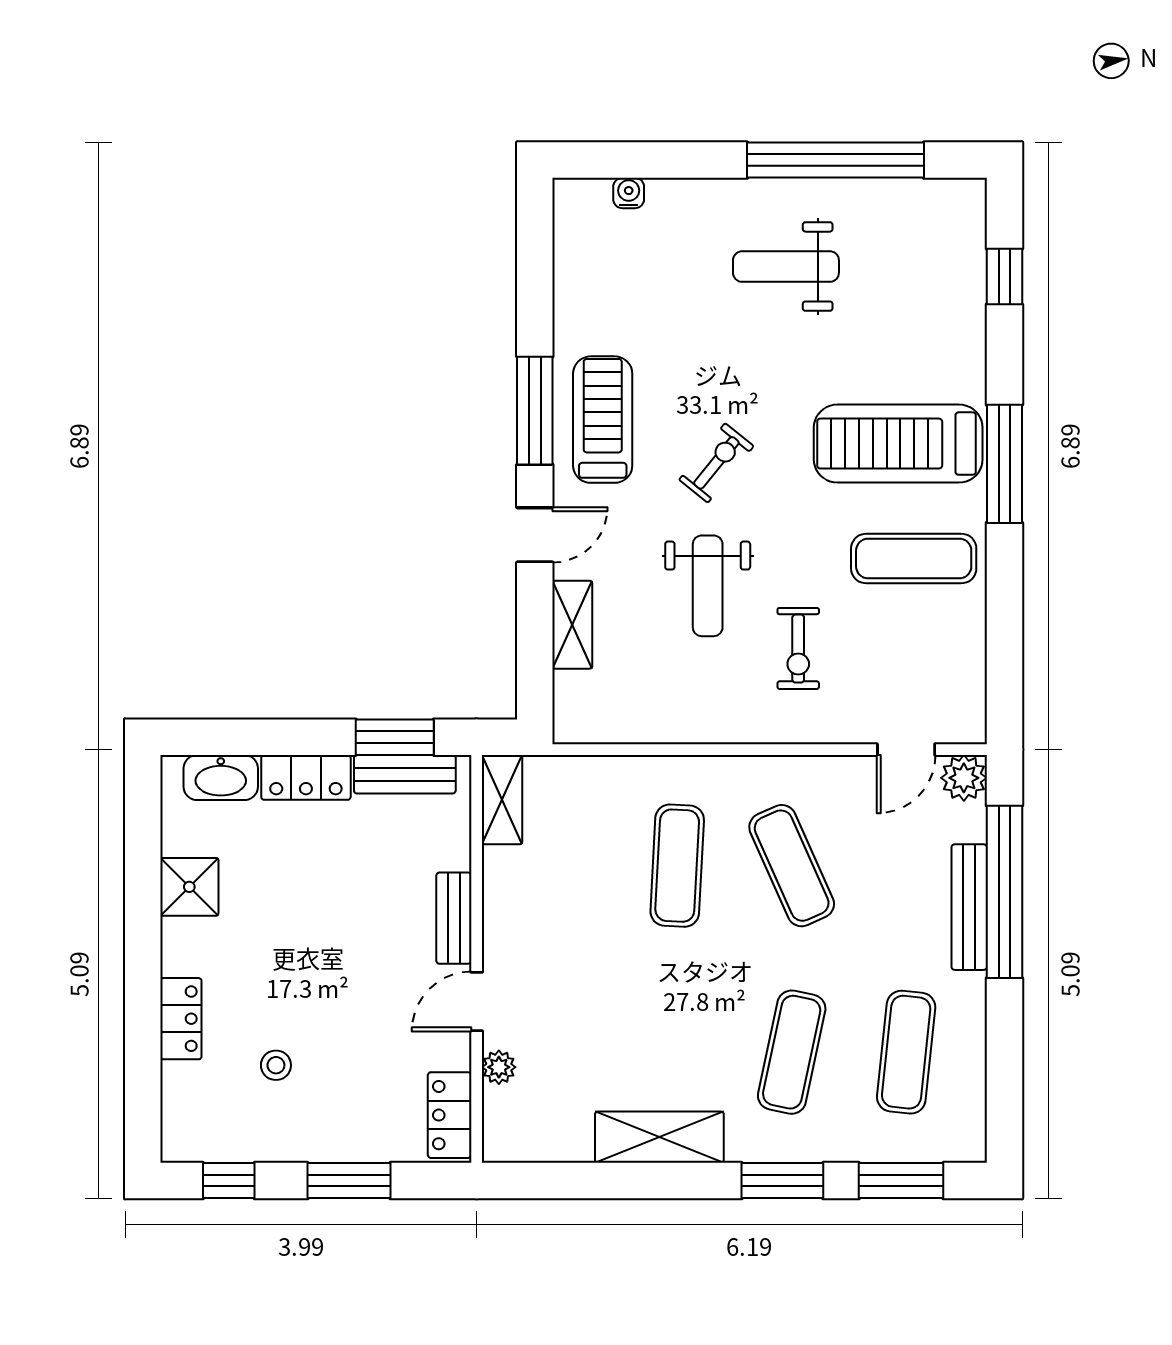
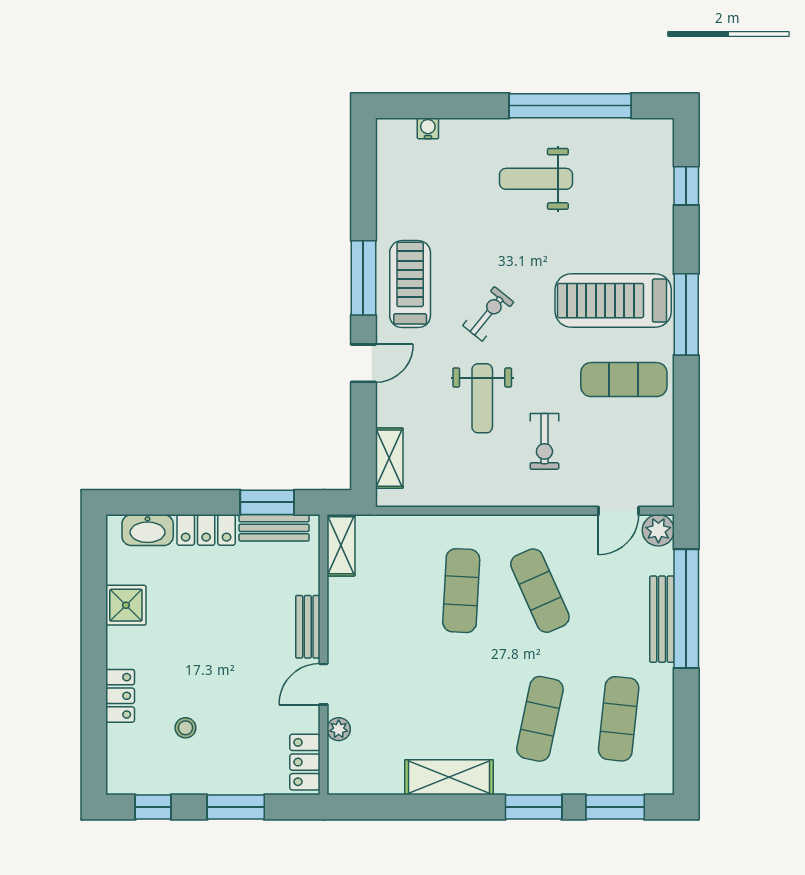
shelving: (572, 625) -> (389, 458), moved

